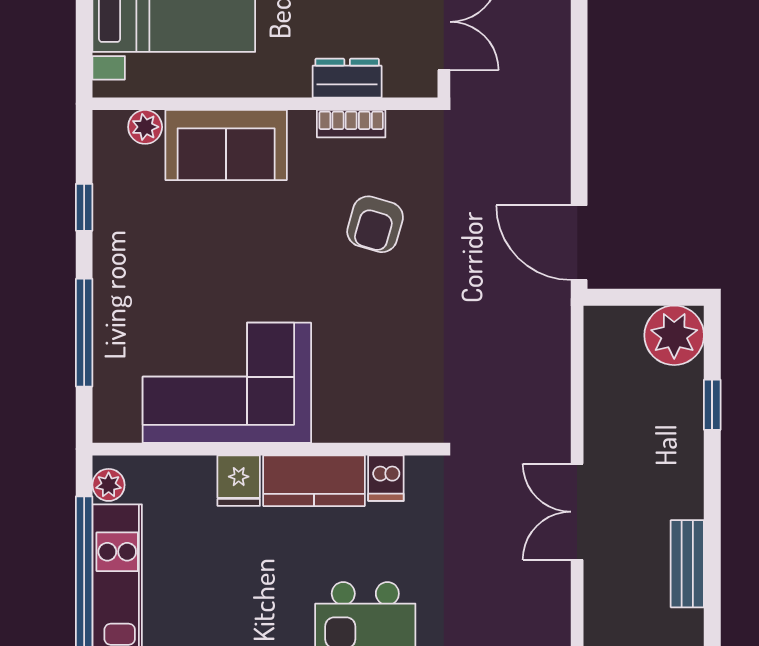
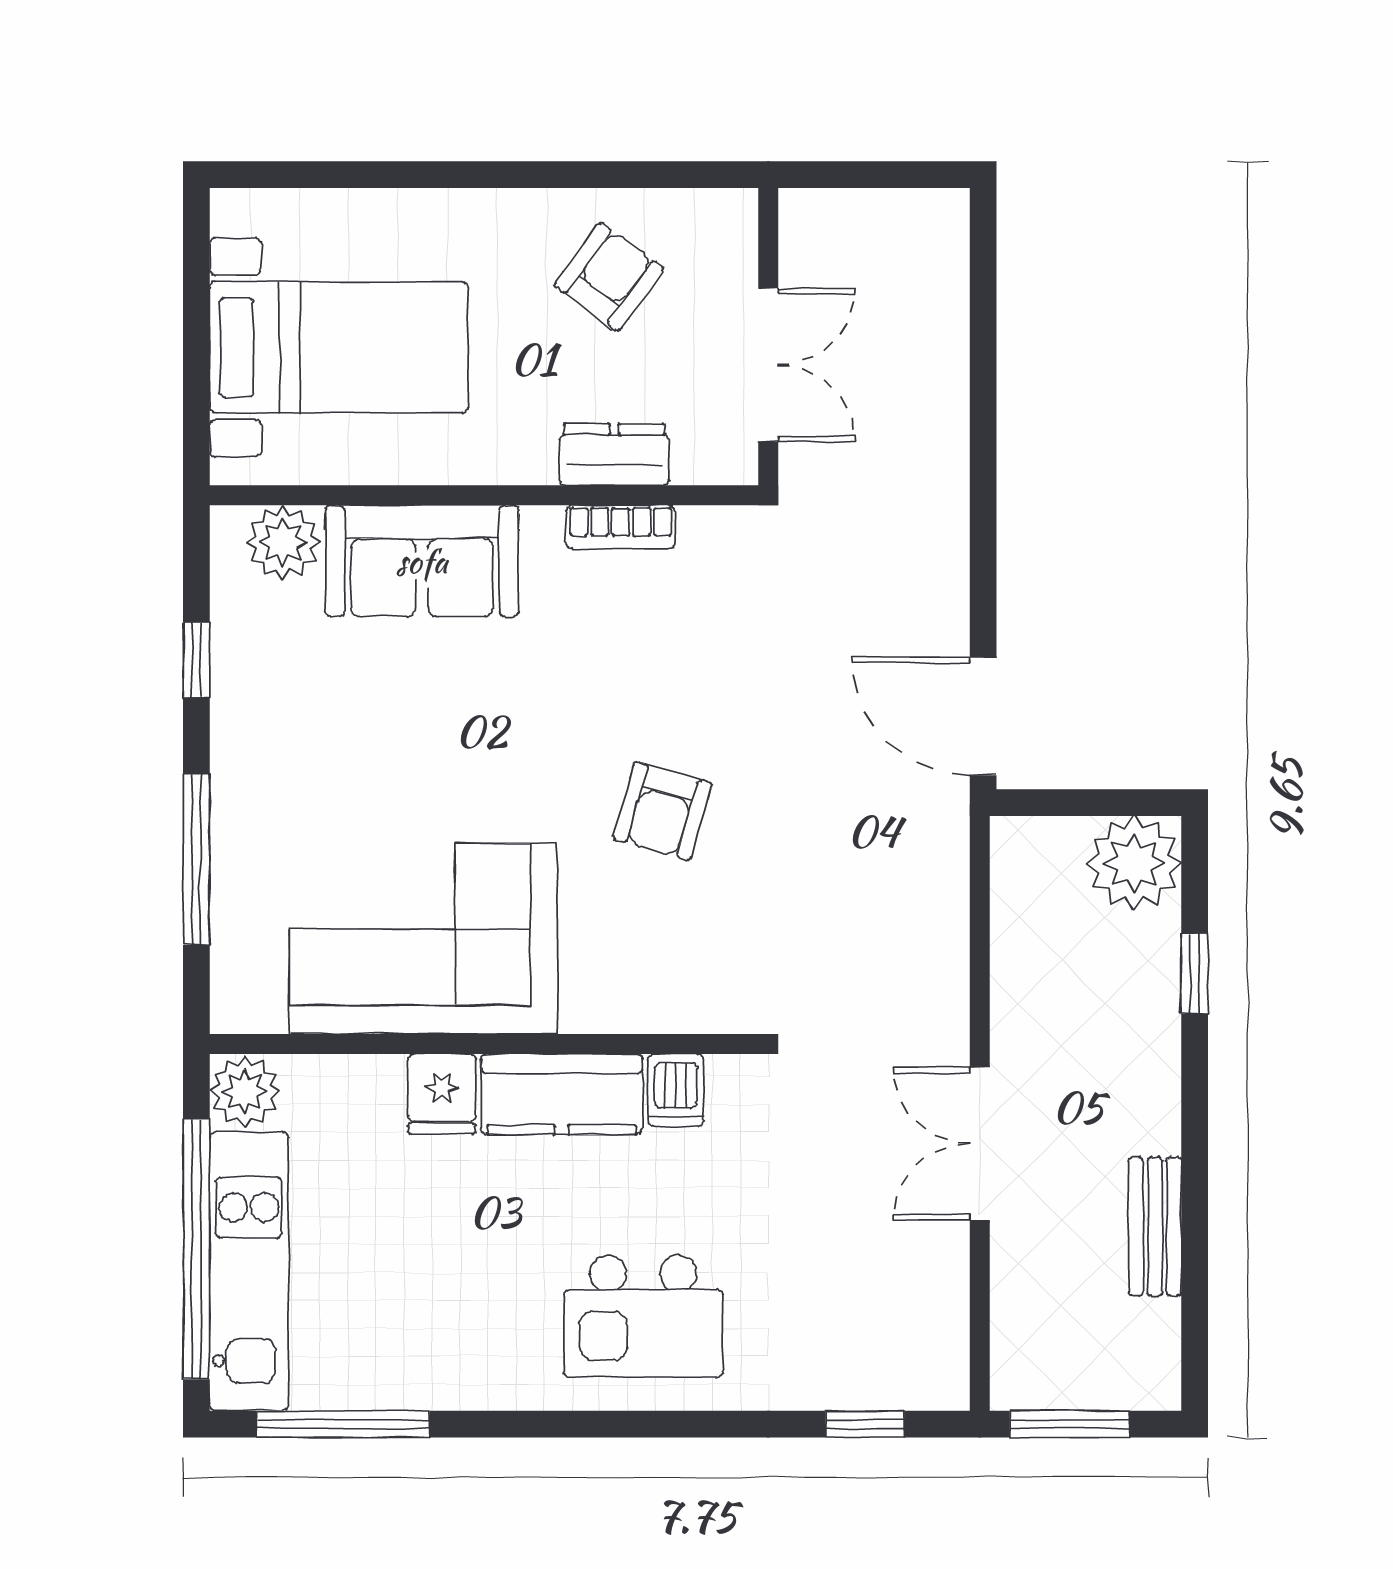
plant: (145, 127) -> (283, 542), width x1.38, depth x1.38
armchair: (375, 224) -> (662, 811), moved
plant: (109, 485) -> (245, 1091), width x1.38, depth x1.38

